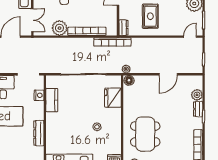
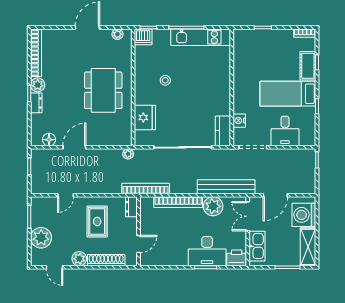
door: (190, 37) -> (66, 195), moved
bench: (49, 43) -> (226, 187), added
floor lamp: (129, 80) -> (49, 140), moved
plant: (197, 95) -> (38, 85), moved
kitchen counter: (52, 100) -> (223, 131), moved
dresser: (39, 133) -> (239, 72), removed
dining table: (145, 134) -> (103, 90), moved

